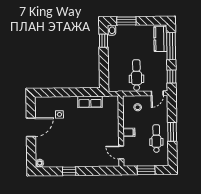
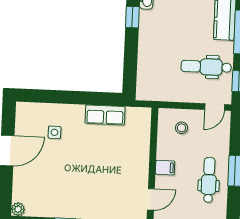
dental chair: (136, 75) -> (206, 67), moved, turned -90
door: (121, 153) -> (151, 199), swing flipped

